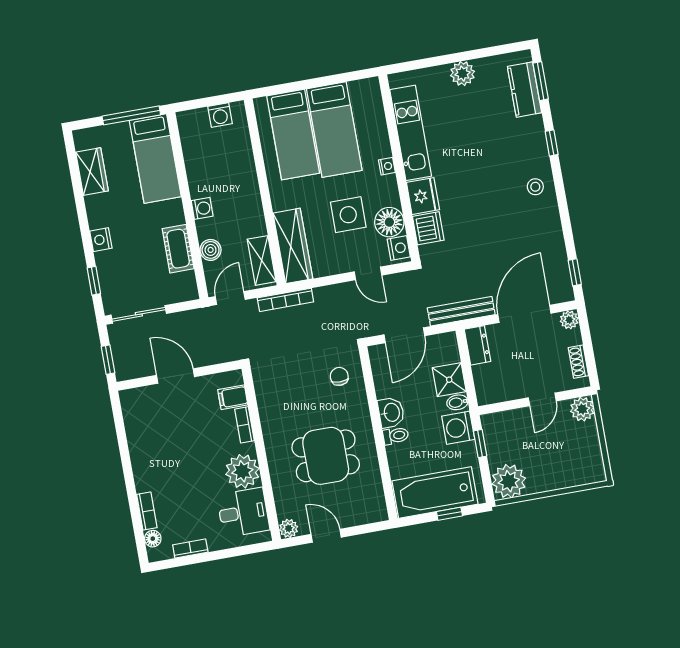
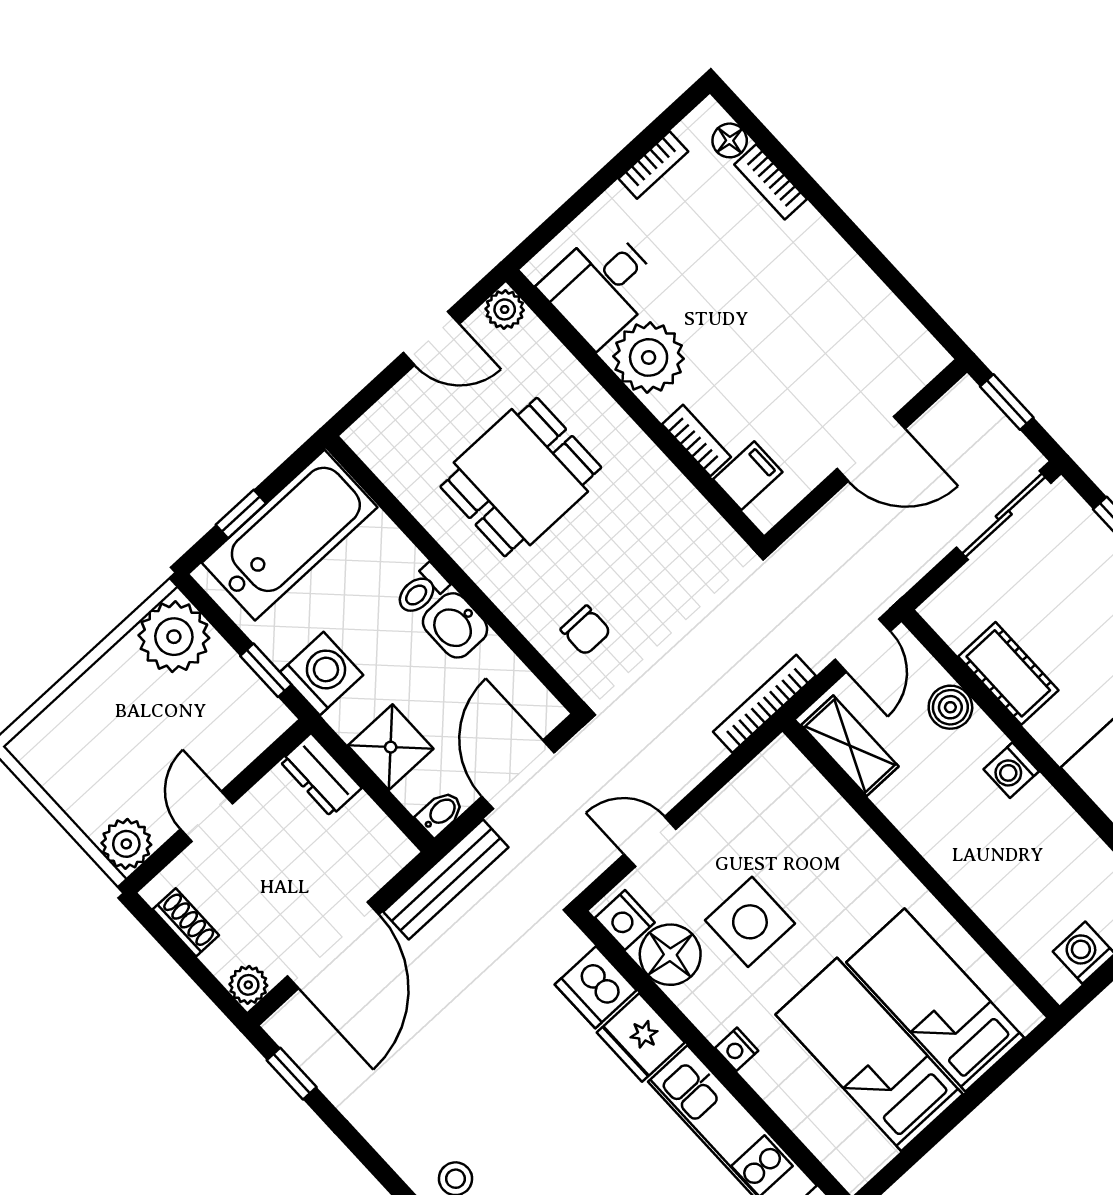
wardrobe: (293, 246) -> (812, 806), removed
dresser: (478, 345) -> (321, 775), moved
bidet: (457, 402) -> (440, 813), moved

